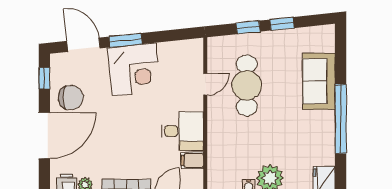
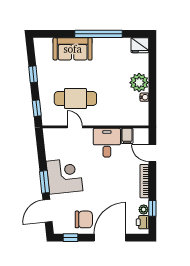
window: (248, 27) -> (37, 108), moved
chair: (71, 97) -> (84, 219), turned 90
door: (44, 135) -> (110, 238), hinge flipped

